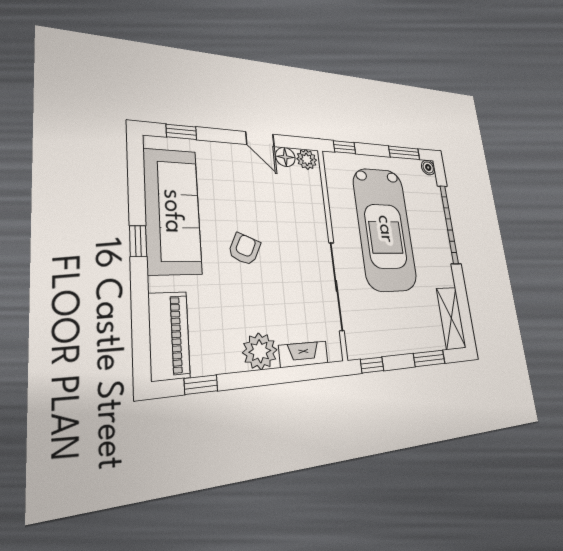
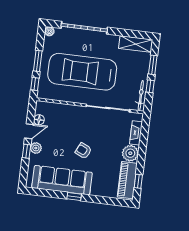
window: (181, 132) -> (26, 151), moved
window: (404, 153) -> (38, 61), moved
plant: (307, 159) -> (36, 148), moved
car: (385, 229) -> (82, 72), turned 180
piano: (169, 335) -> (127, 180), moved, turned -90
bicycle: (374, 348) -> (141, 96), added
window: (372, 365) -> (150, 86), moved

